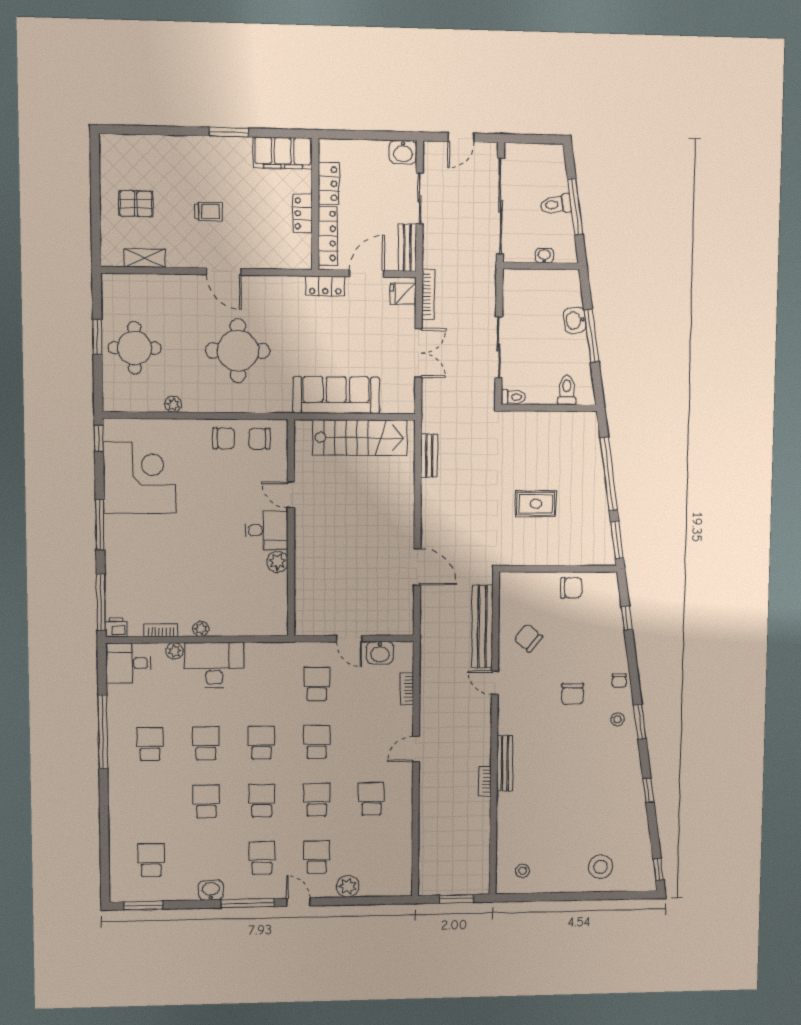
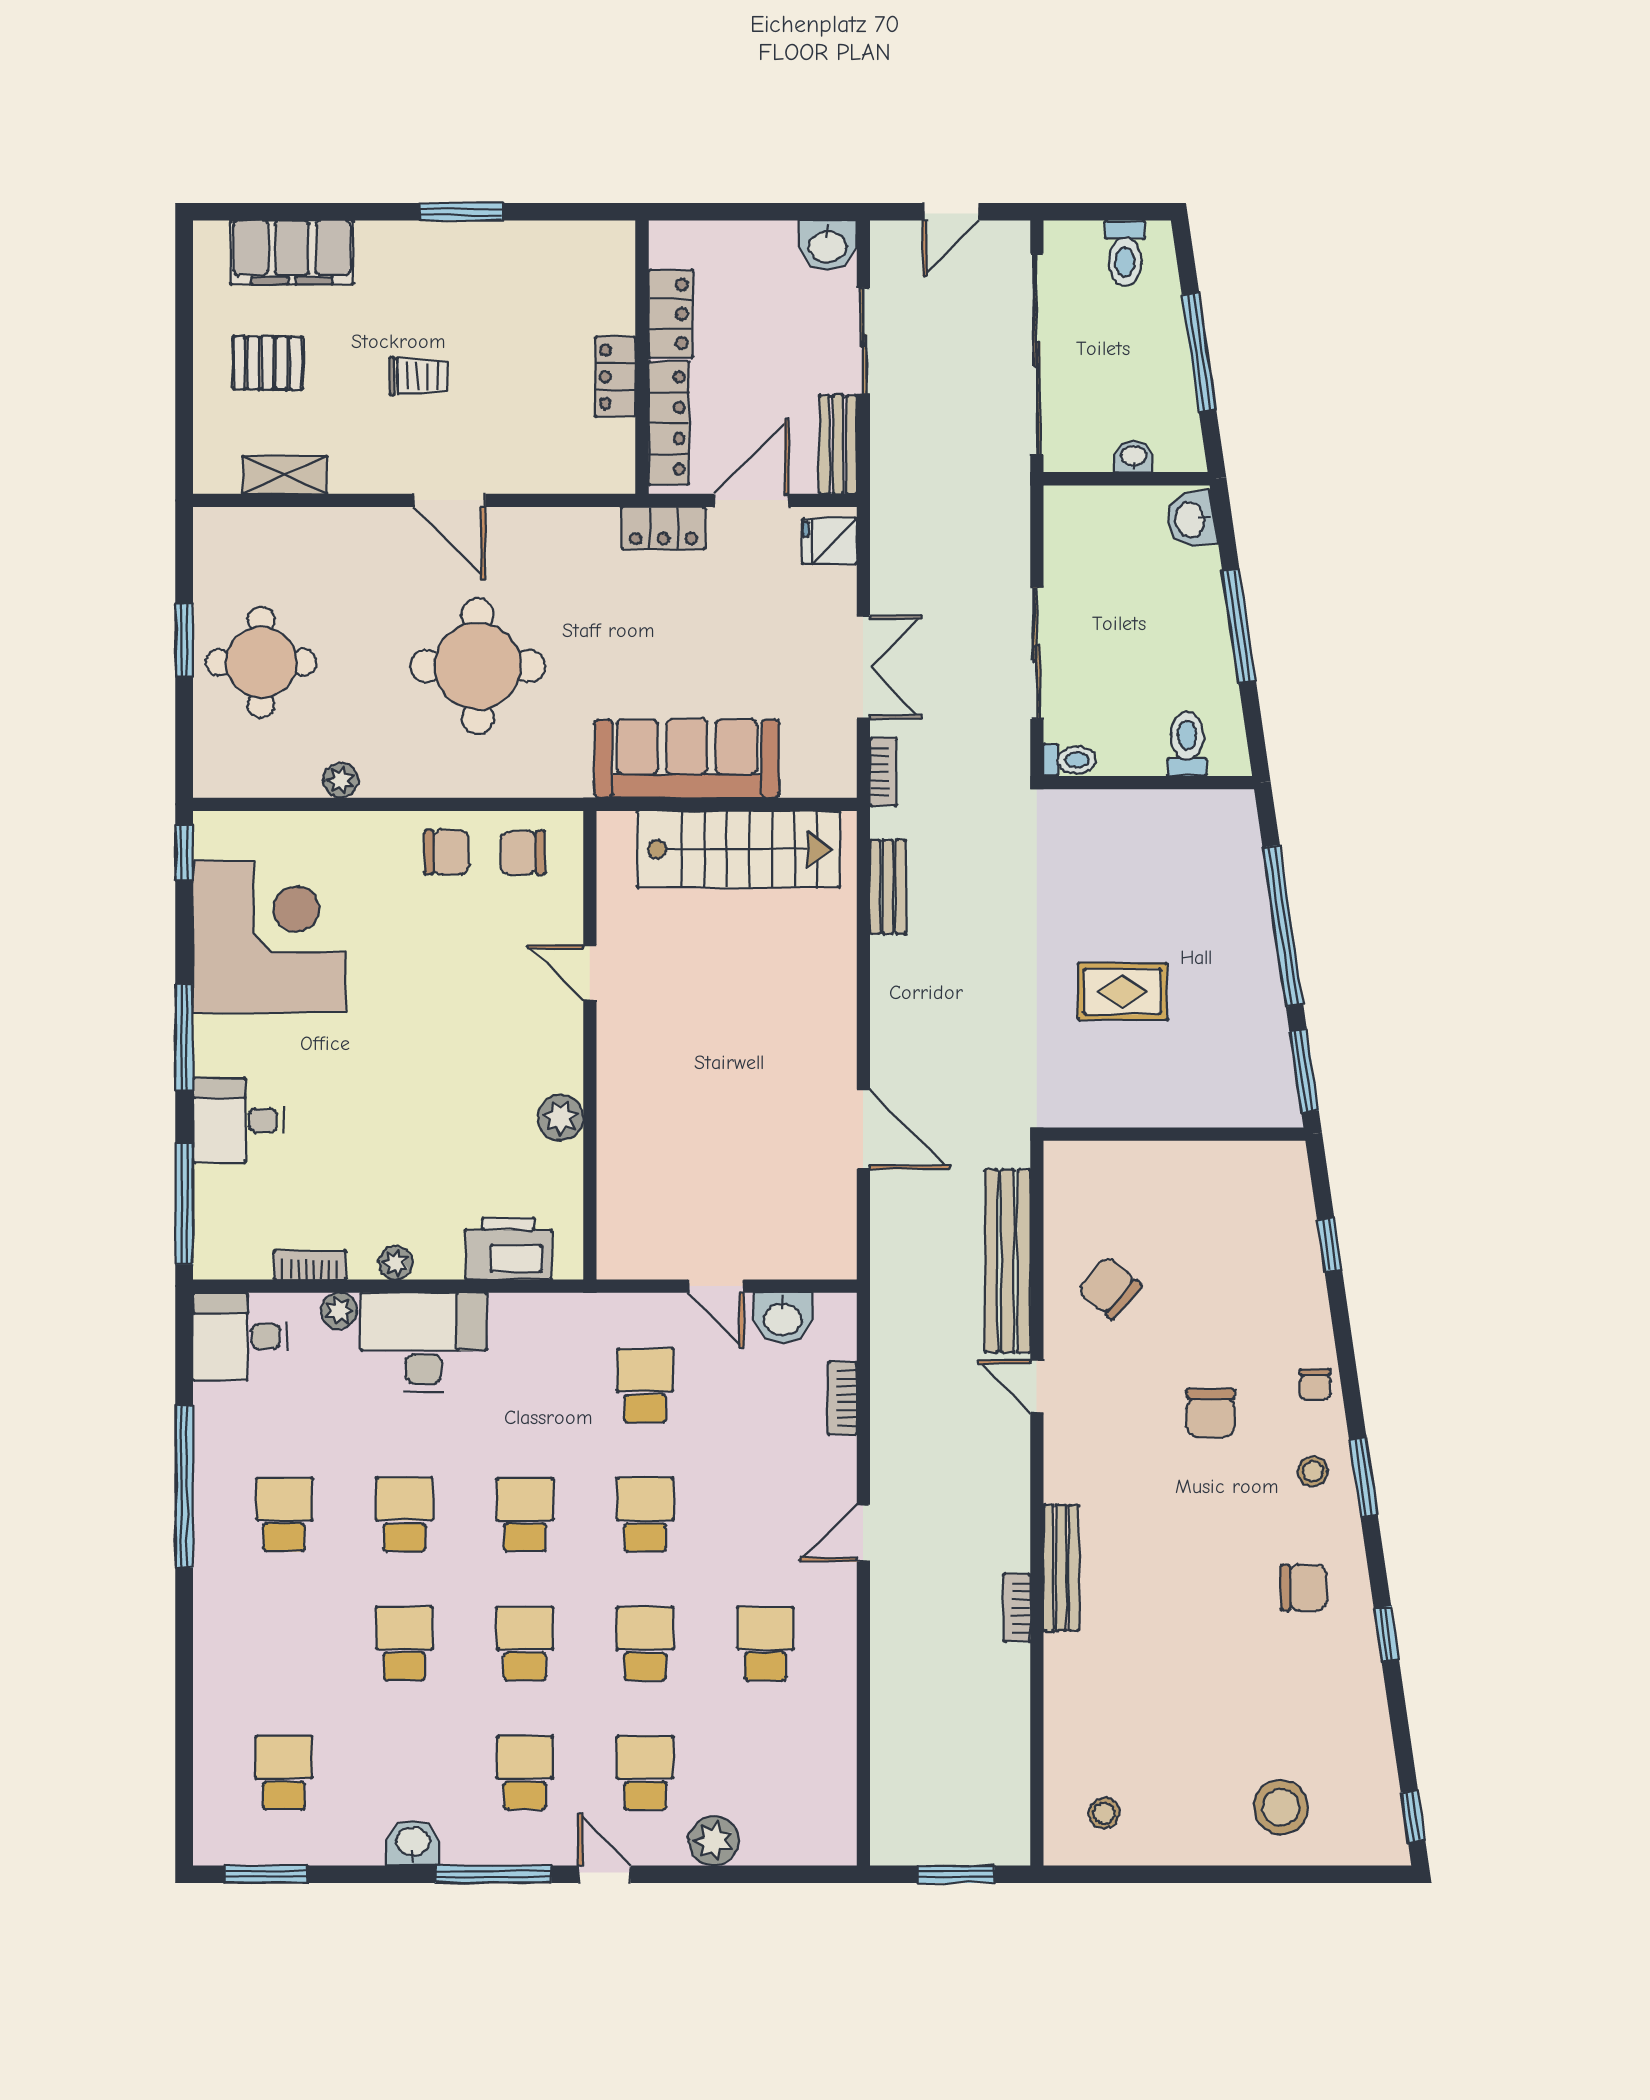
filing cabinet: (283, 153) -> (292, 252), moved
toilet: (556, 204) -> (1125, 253), moved, turned -82
bookcase: (428, 294) -> (883, 772), moved, width x0.64
washbasin: (575, 320) -> (1191, 519), moved
desk: (267, 530) -> (238, 1120), moved, turned 180
chair: (571, 588) -> (1304, 1588), moved
printer: (116, 627) -> (508, 1248), moved, width x1.87, depth x1.48

